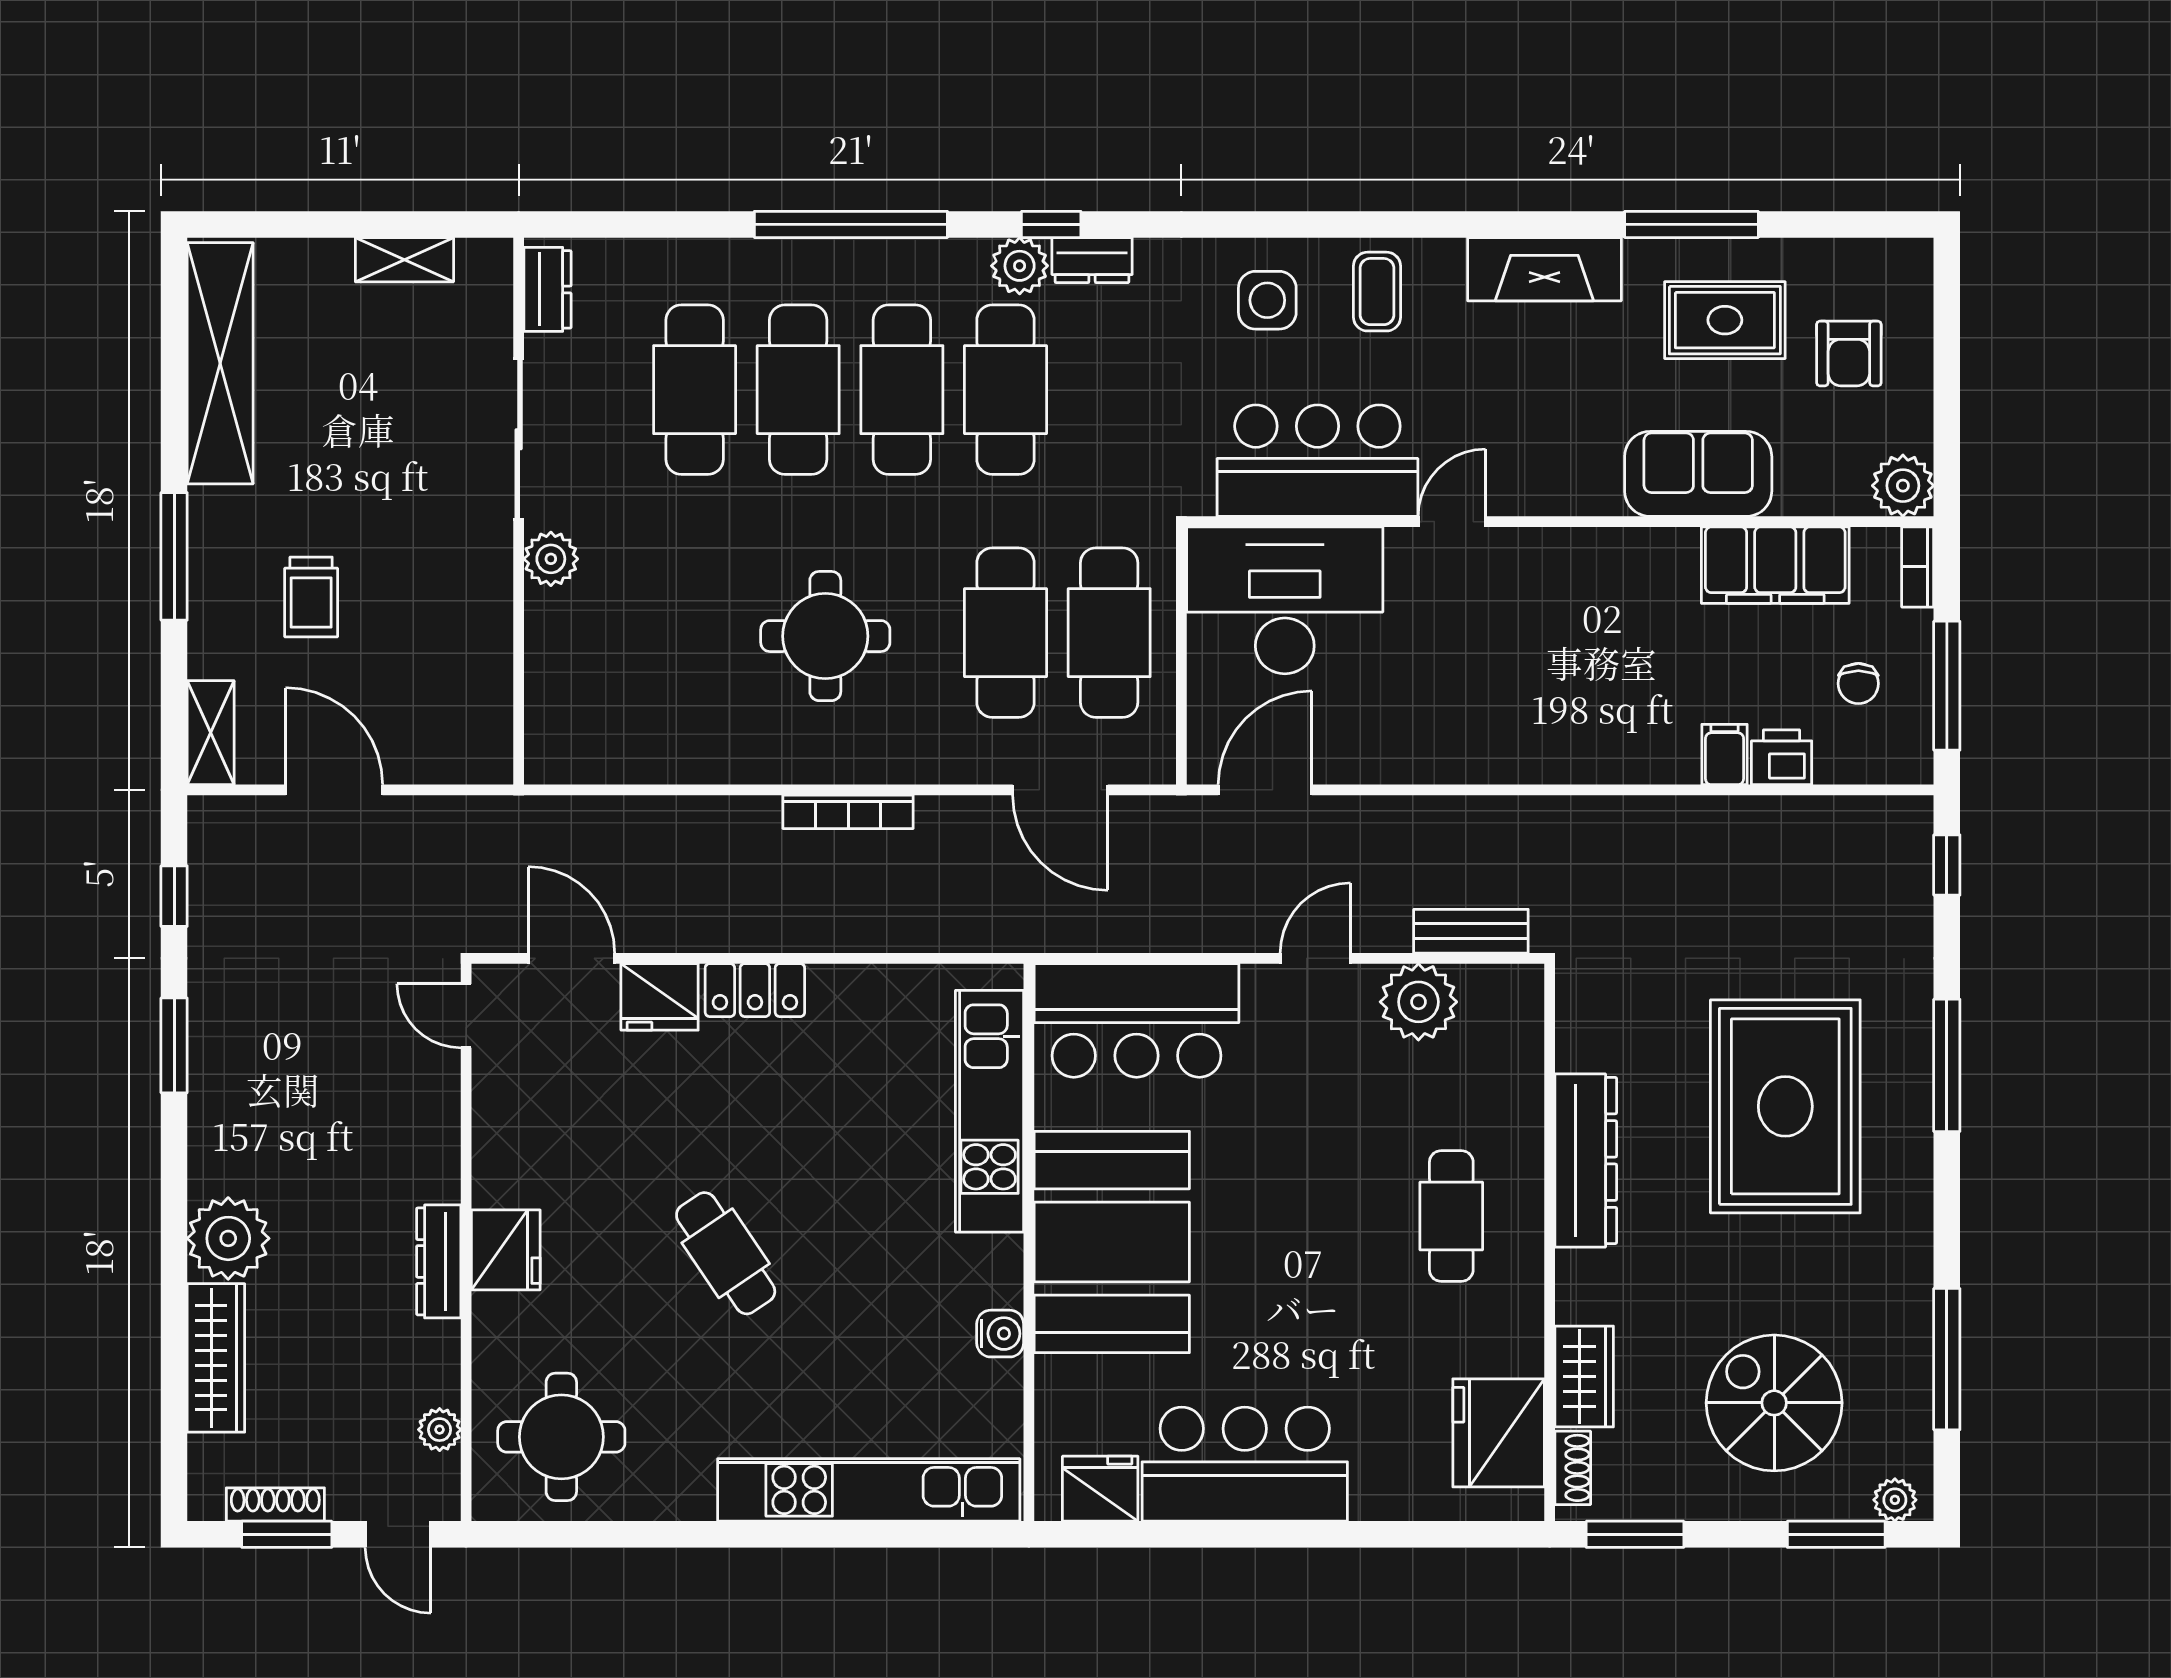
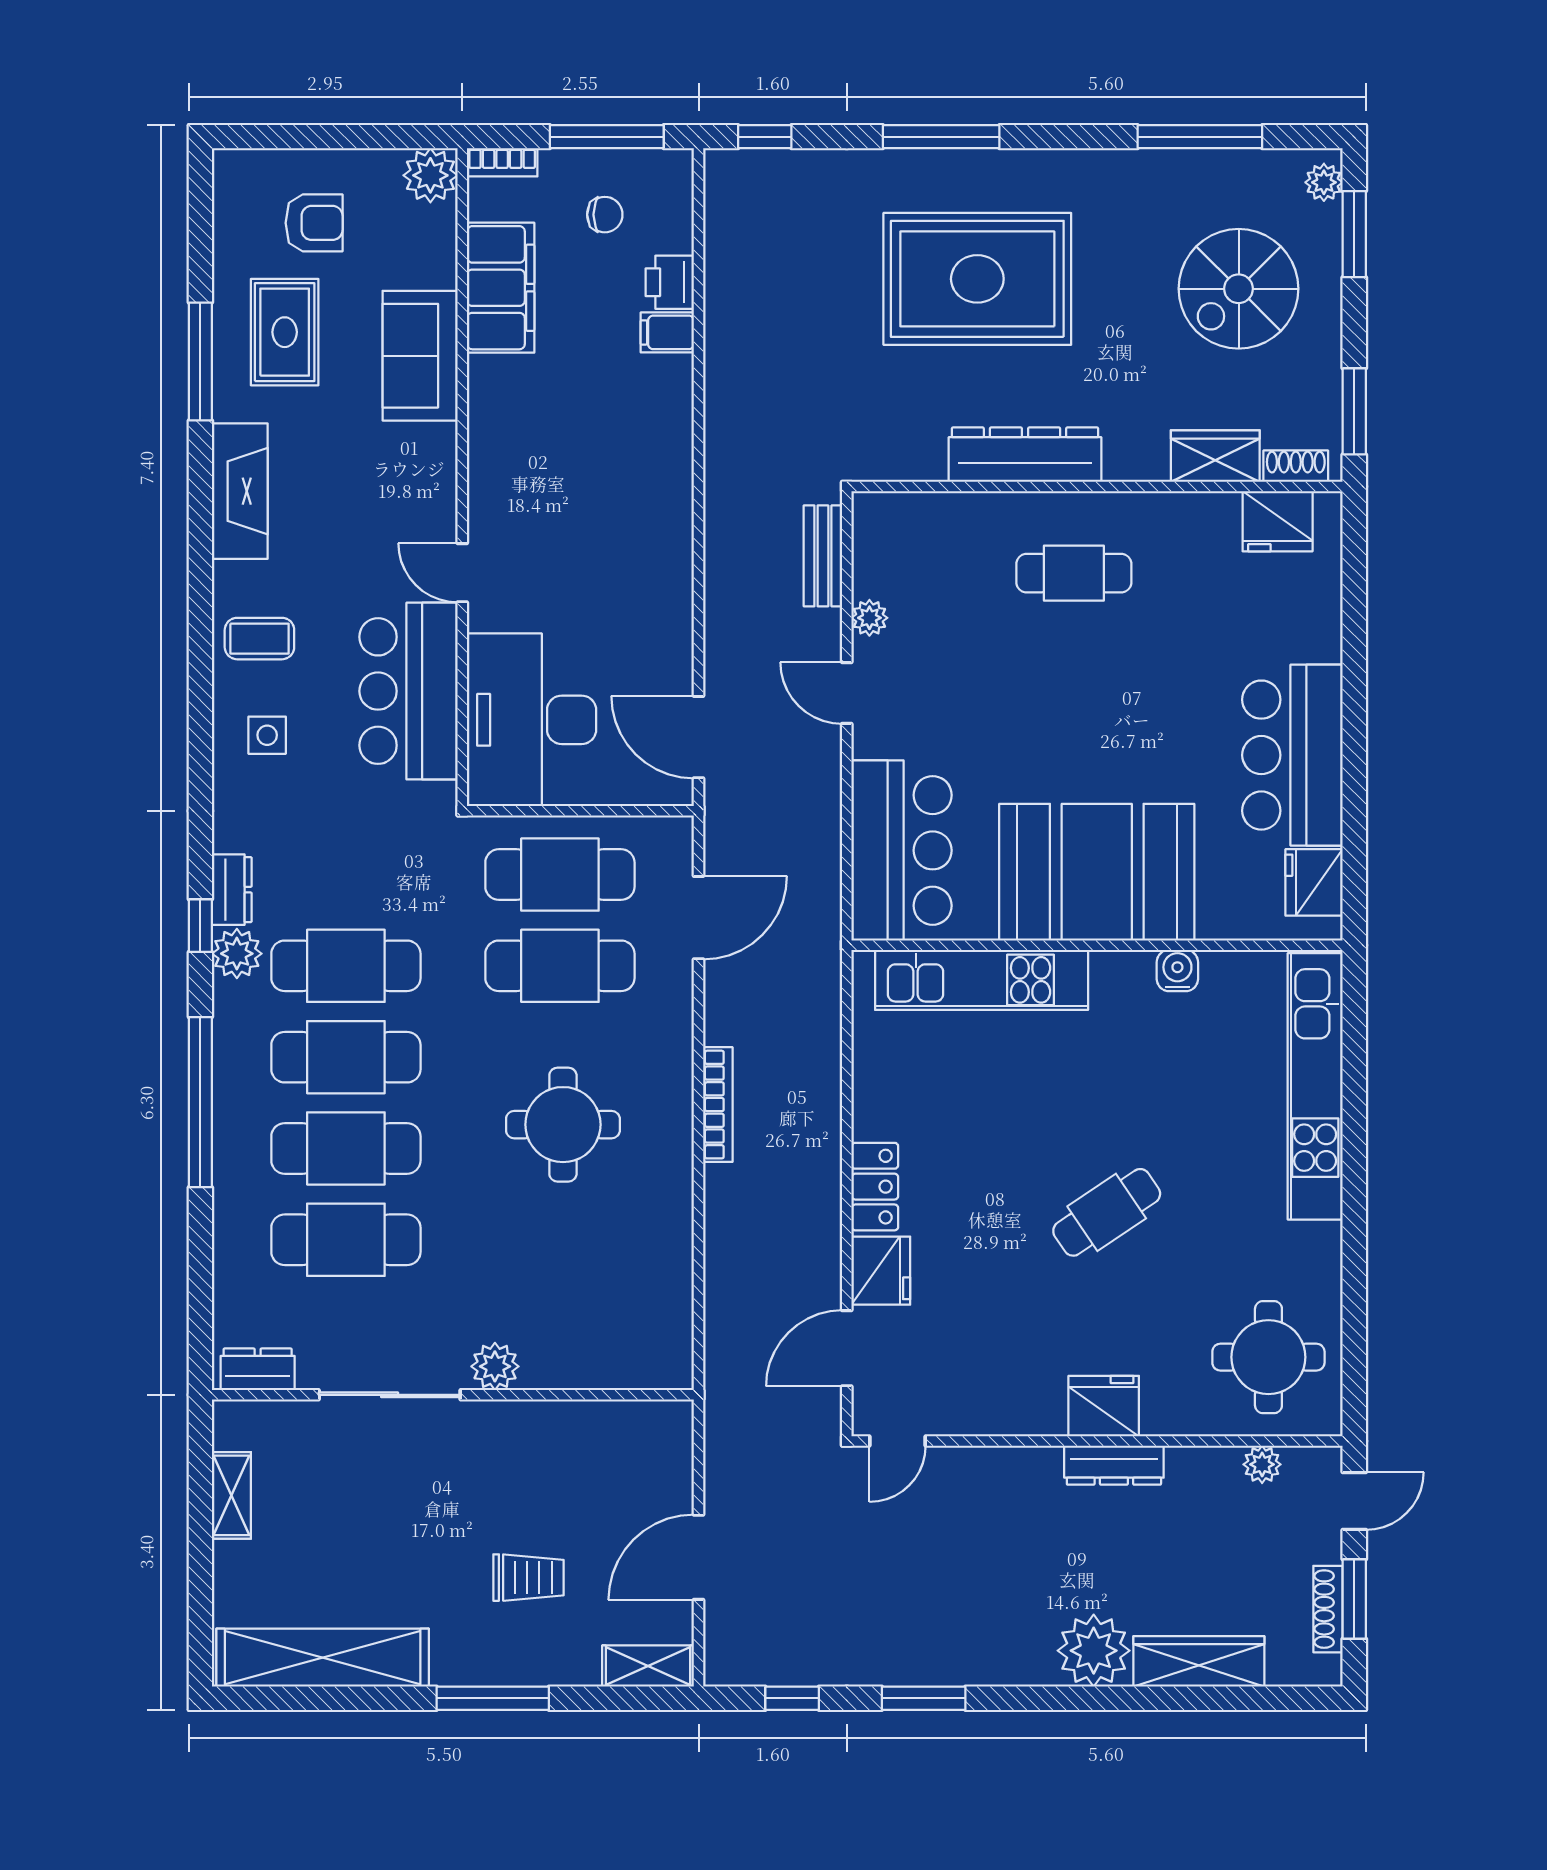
side table: (1267, 300) -> (267, 735), width x0.73, depth x0.73
plant: (1418, 1002) -> (869, 618), width x0.53, depth x0.53
fridge: (1499, 1433) -> (1278, 521), width x0.73, depth x0.75

